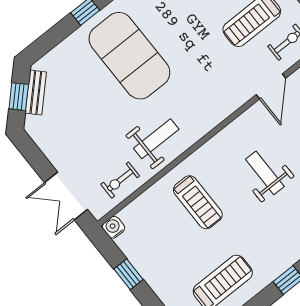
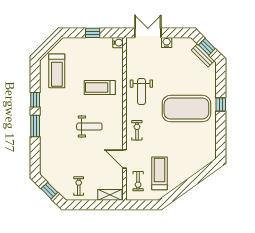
water cooler: (58, 159) -> (167, 43), added
exercise bike: (120, 180) -> (137, 130), moved

